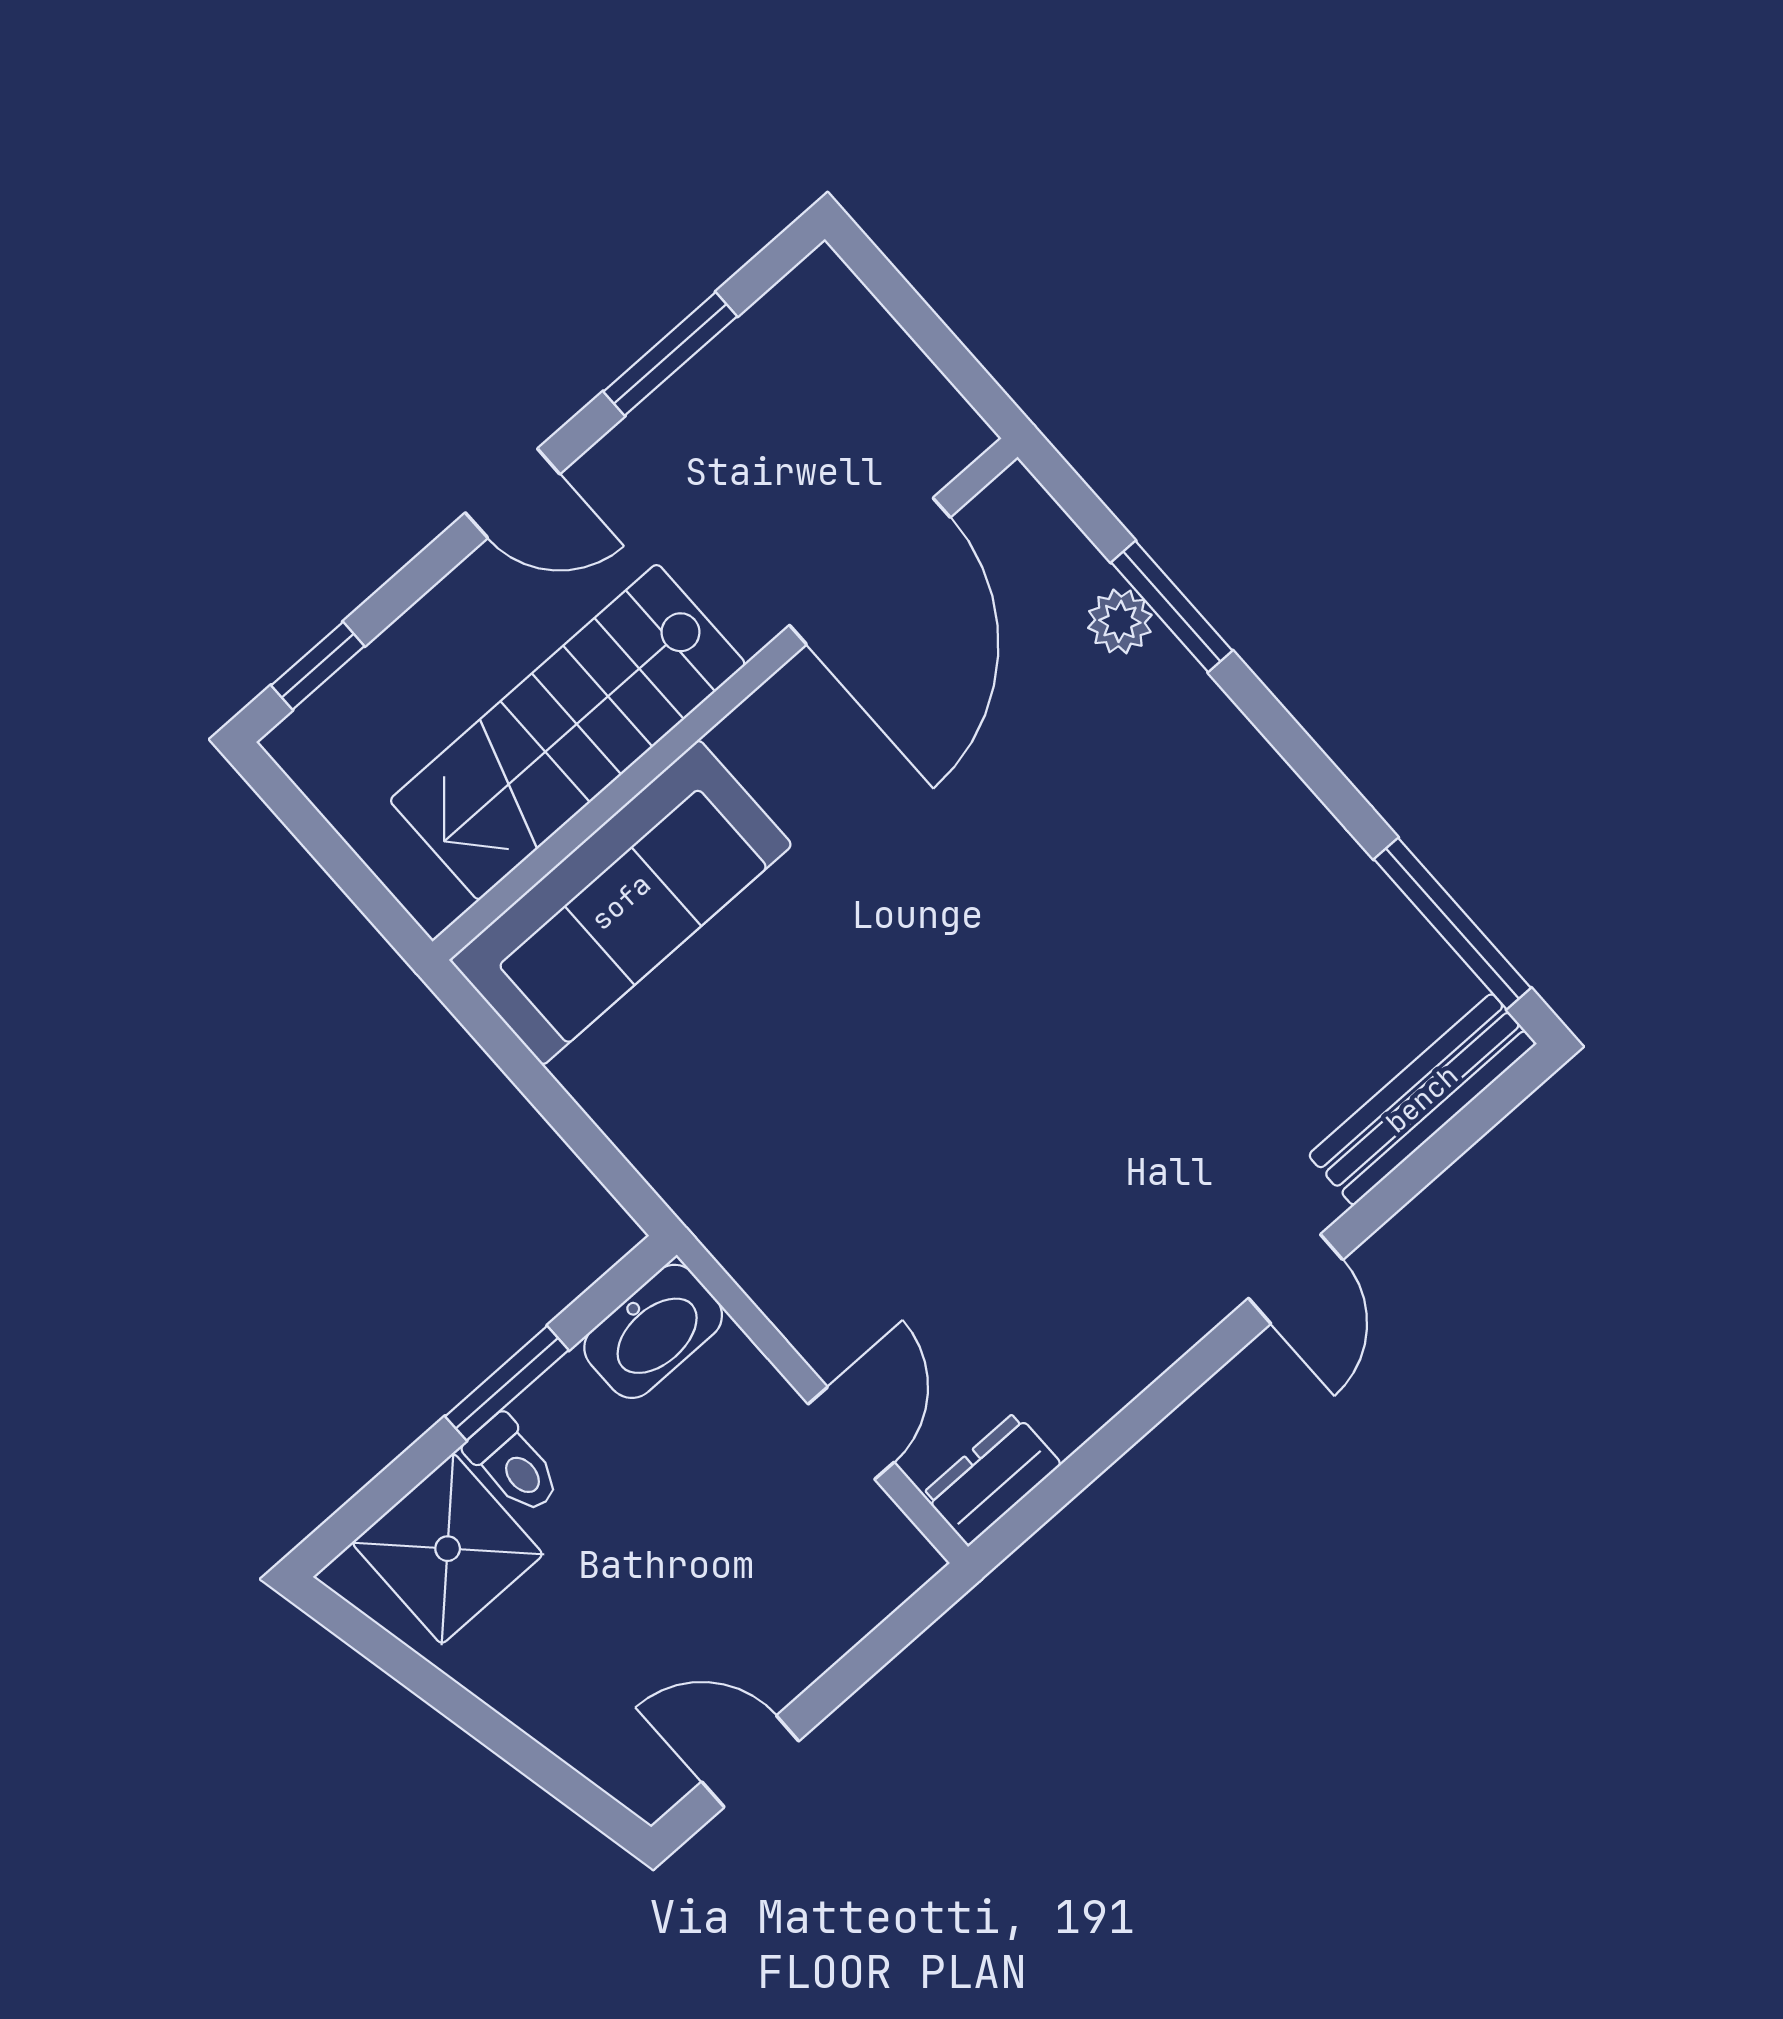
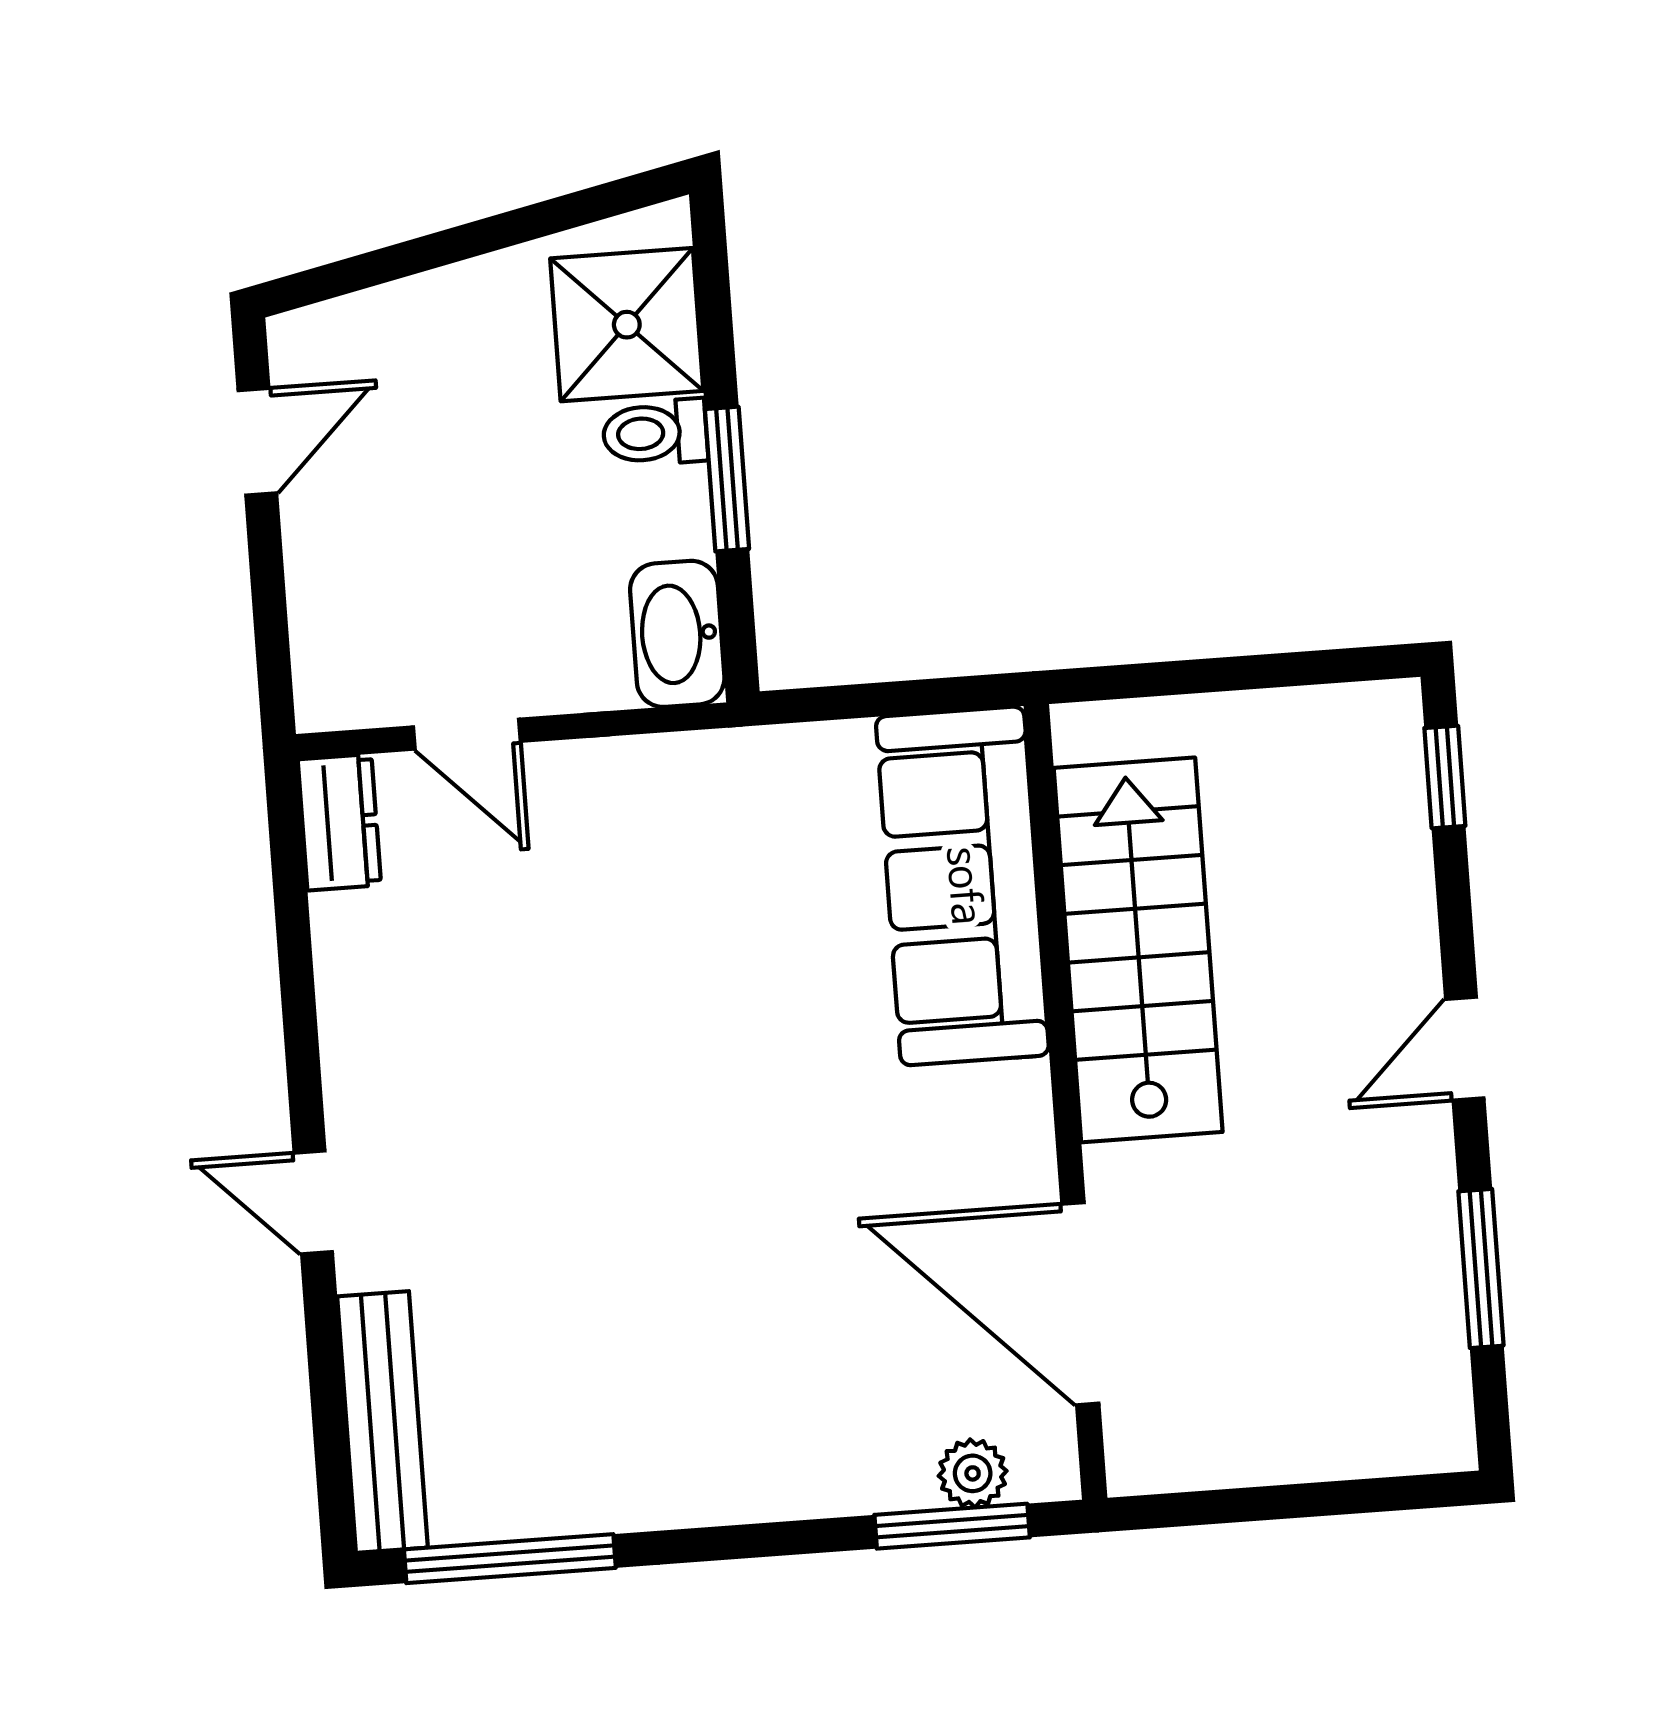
door: (870, 571) -> (1080, 1304), moved
wall: (725, 699) -> (1066, 1102), moved
stairs: (568, 732) -> (1138, 950), moved
sofa: (621, 902) -> (962, 886), moved

